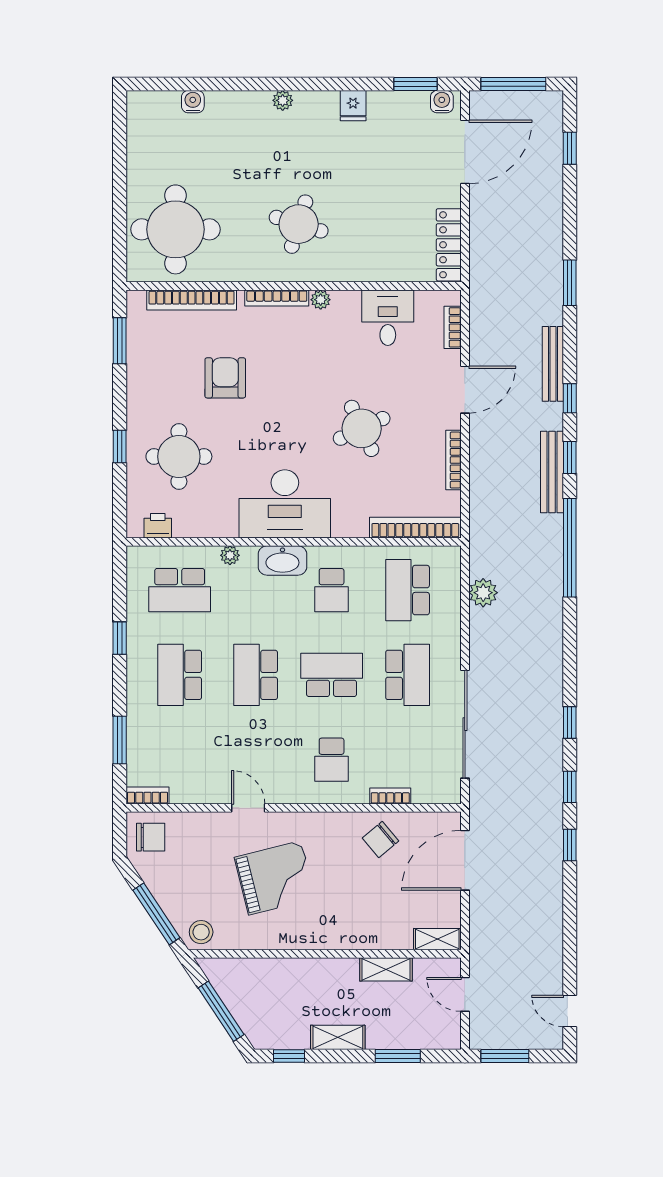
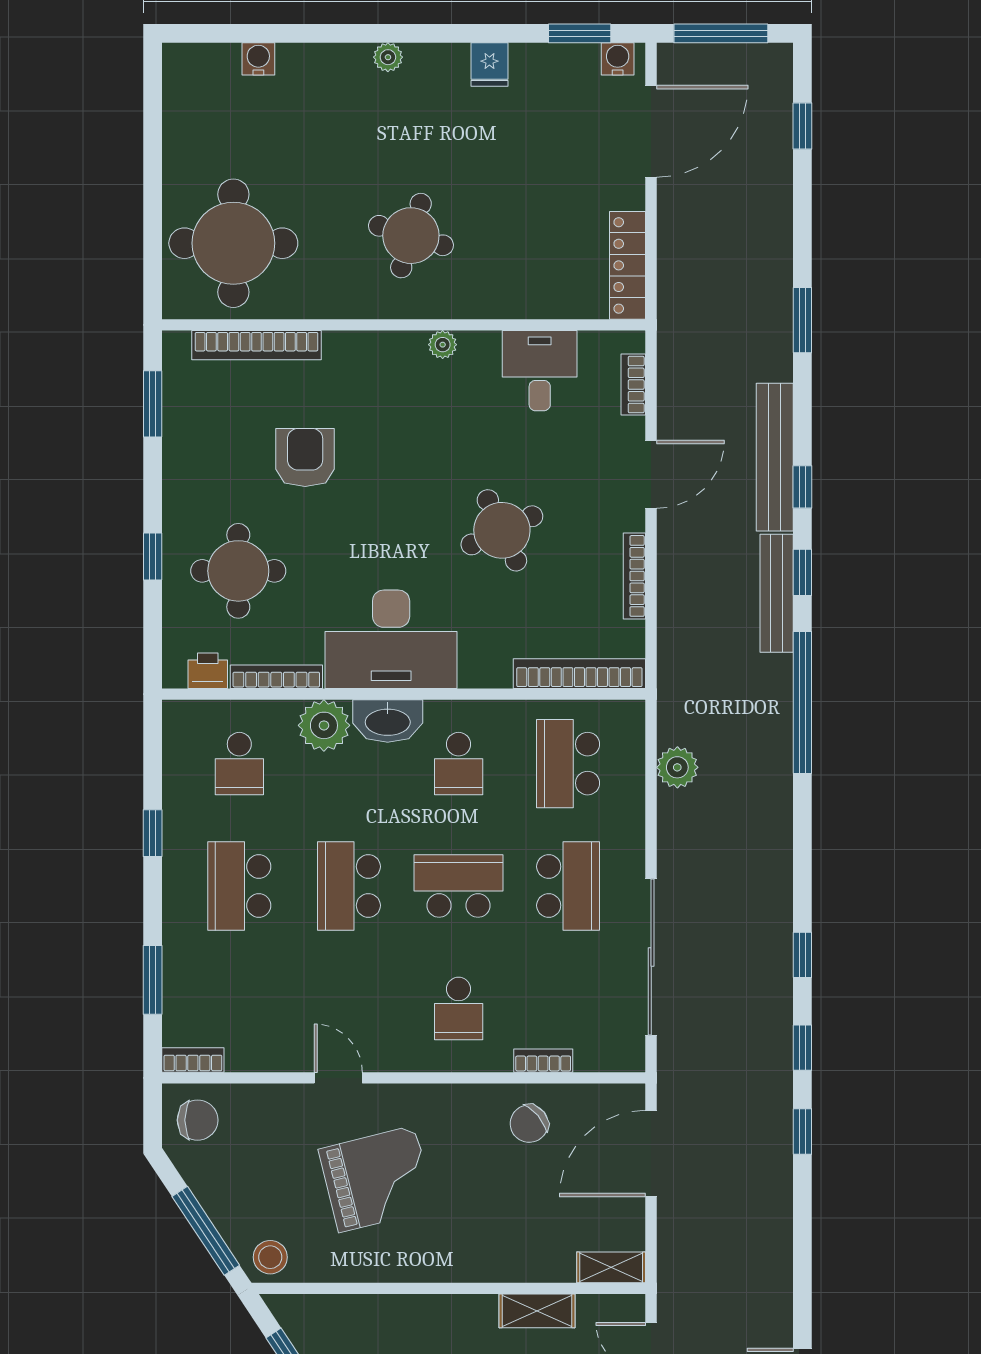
bookcase: (277, 298) -> (276, 677), moved, turned 180
bench: (553, 364) -> (775, 457), width x1.37, depth x1.21
plant: (230, 555) -> (324, 725), width x1.87, depth x1.87
school desk: (180, 590) -> (239, 764), width x0.54

